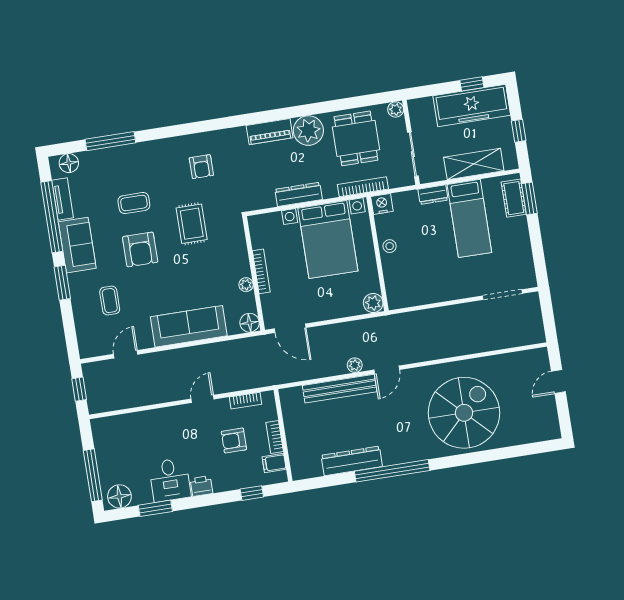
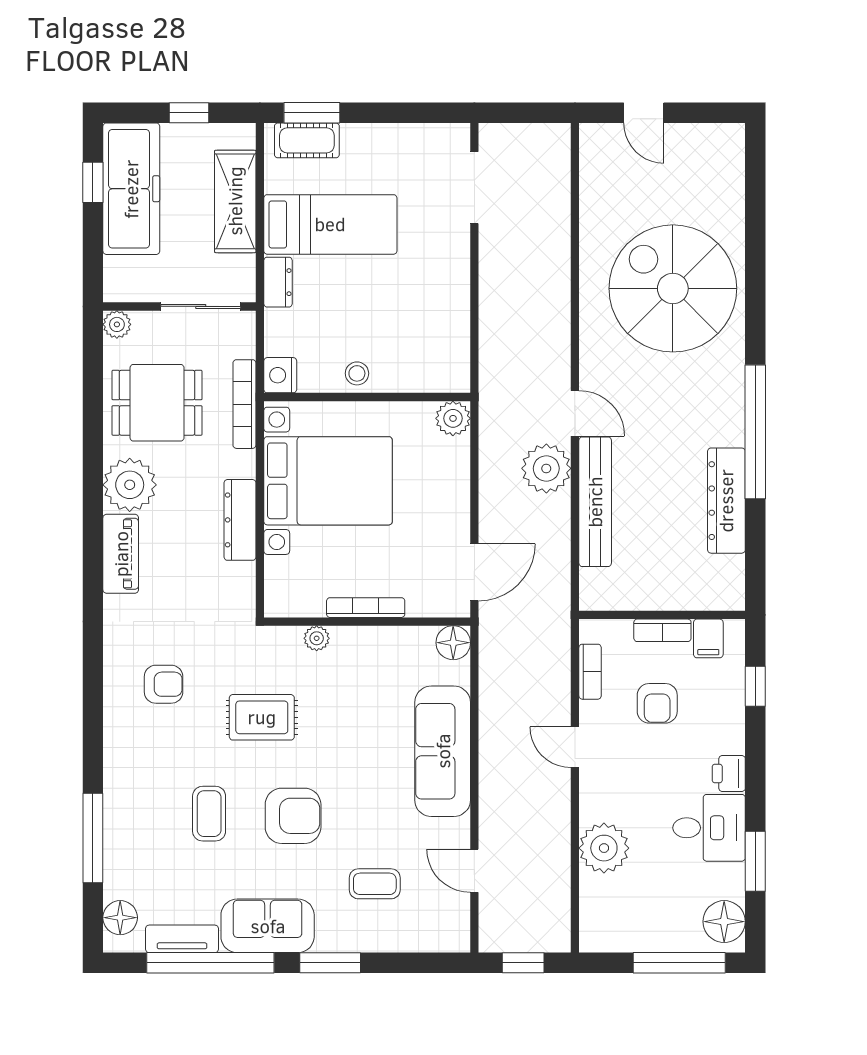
plant: (246, 285) -> (317, 638), moved
plant: (355, 365) -> (546, 468), width x1.88, depth x1.88
plant: (149, 424) -> (604, 848), added

